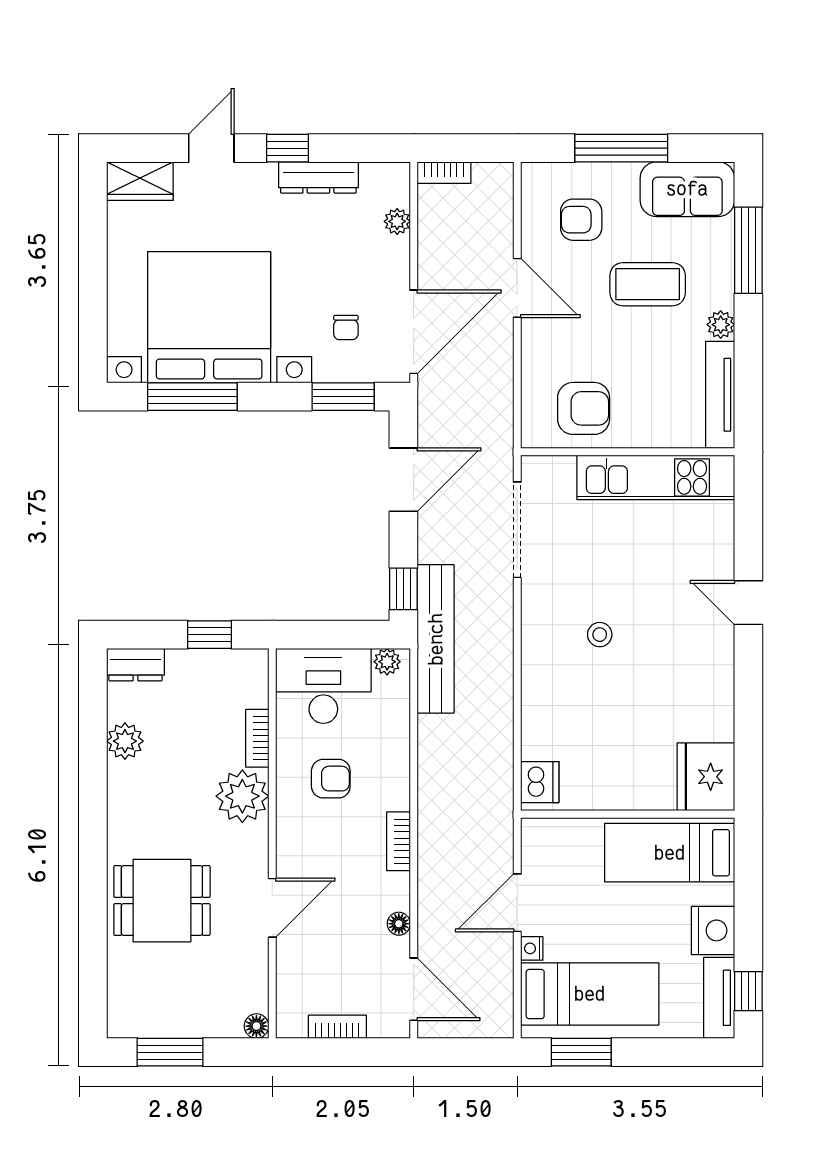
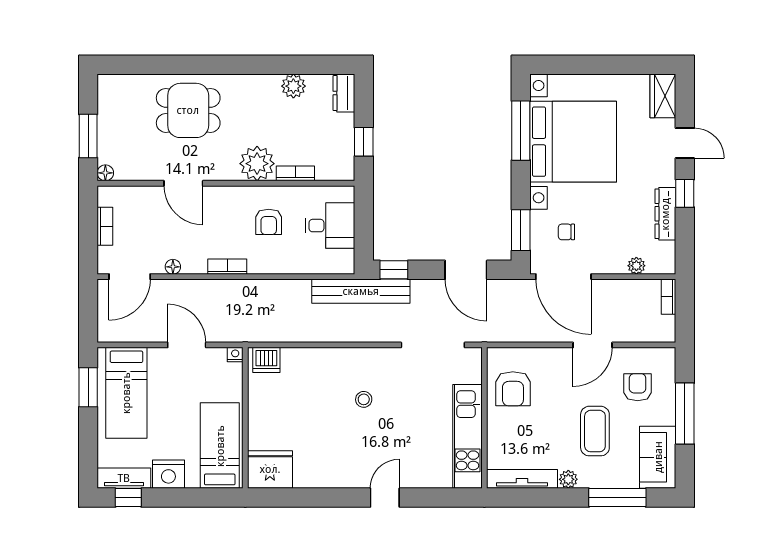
plant: (387, 662) -> (346, 259), removed
desk: (323, 686) -> (330, 226), width x0.73
dining table: (162, 901) -> (188, 110), turned 90
nightstand: (532, 948) -> (235, 355), moved
window: (170, 1052) -> (88, 136), moved

